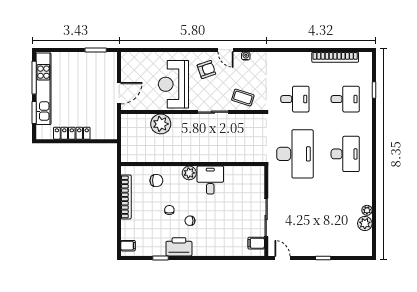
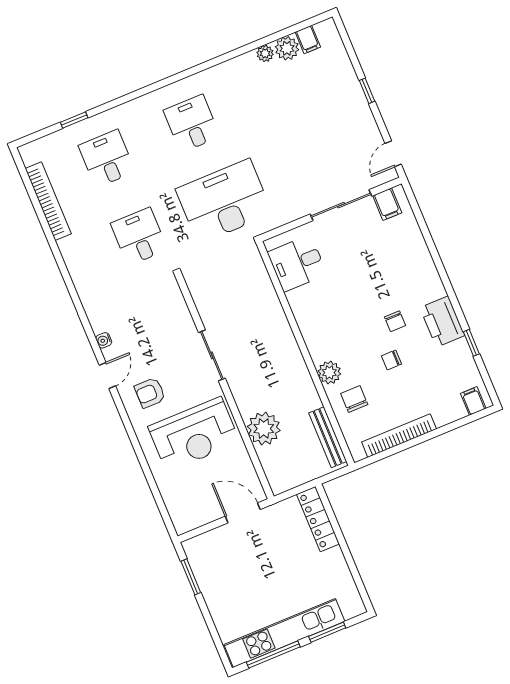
armchair: (206, 69) -> (150, 393), turned -71
coffee table: (243, 98) -> (170, 318), removed
locker: (72, 133) -> (318, 519), moved
desk: (345, 154) -> (192, 123), width x0.73
bench: (141, 157) -> (328, 437), added
plant: (189, 173) -> (329, 373), moved
desk: (210, 180) -> (297, 263), moved
filing cabinet: (365, 237) -> (308, 40), added

